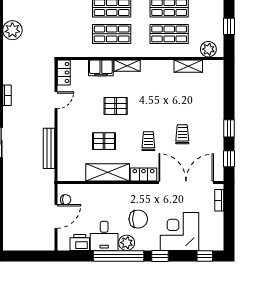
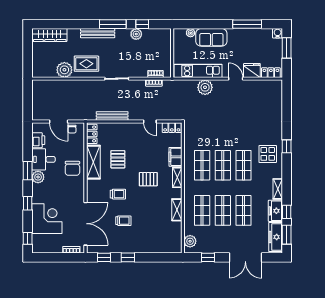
shelving: (188, 66) -> (177, 210), moved
pallet: (116, 106) -> (148, 179), moved, turned 90
locker: (144, 174) -> (92, 134), moved
chair: (138, 219) -> (72, 168), moved
window: (118, 256) -> (28, 171), width x0.47

